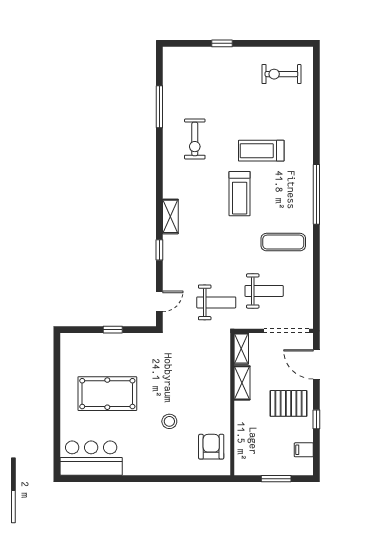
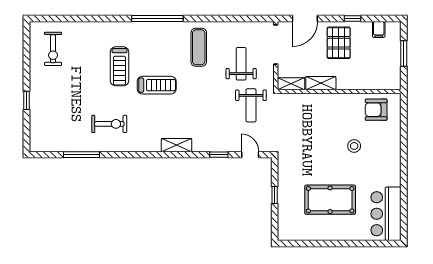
window: (159, 250) -> (219, 155), moved
weight bench: (216, 302) -> (251, 105), turned 180
pool table: (107, 394) -> (330, 200), turned 90

